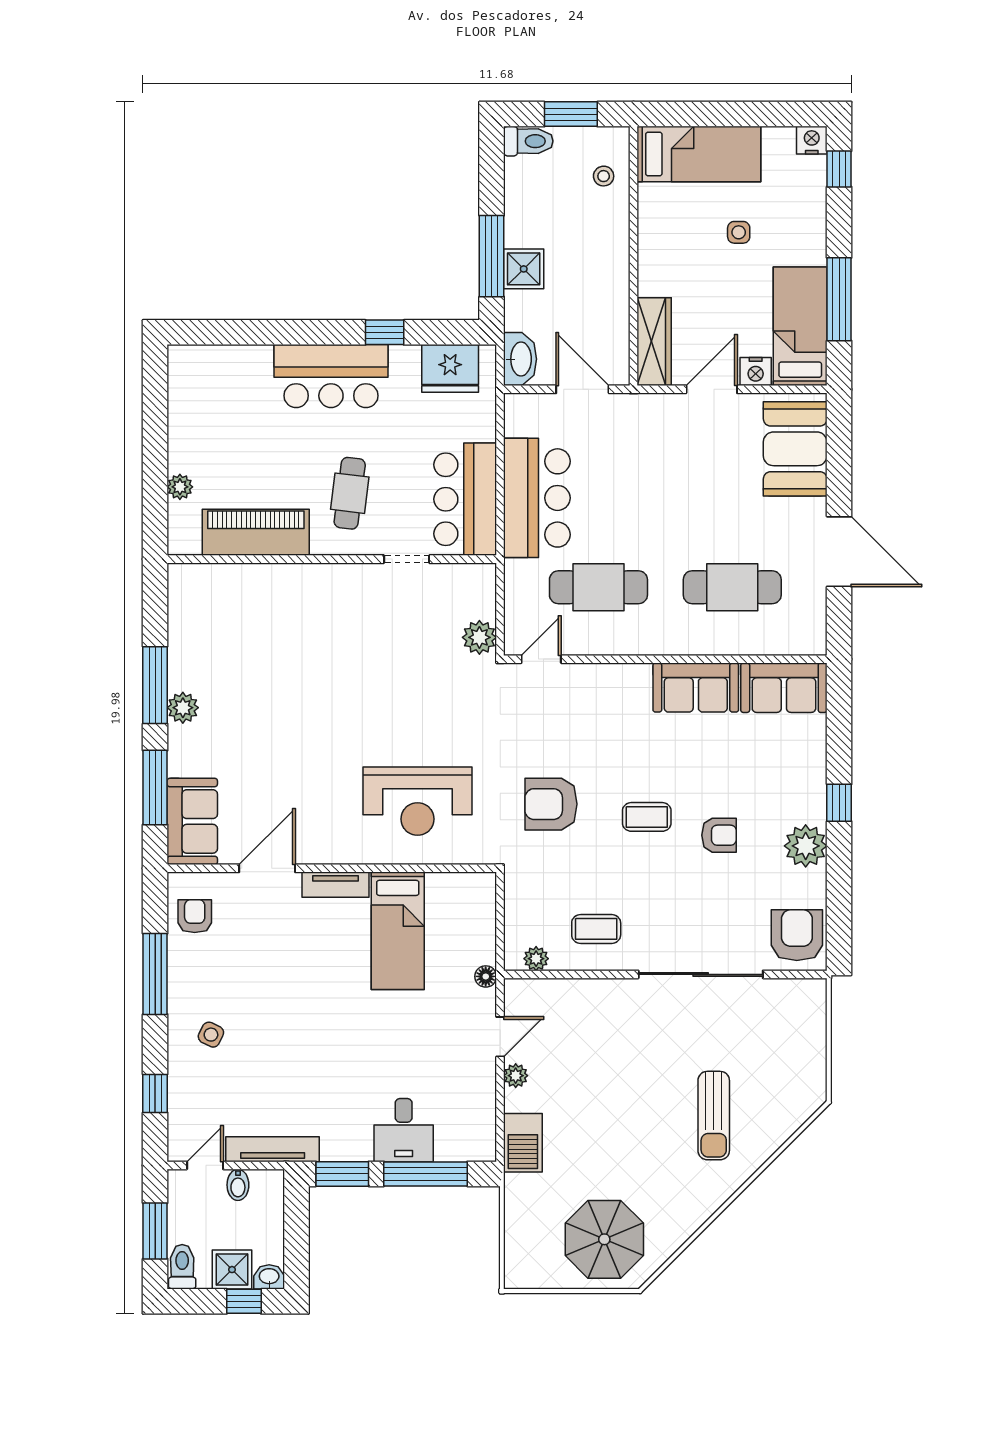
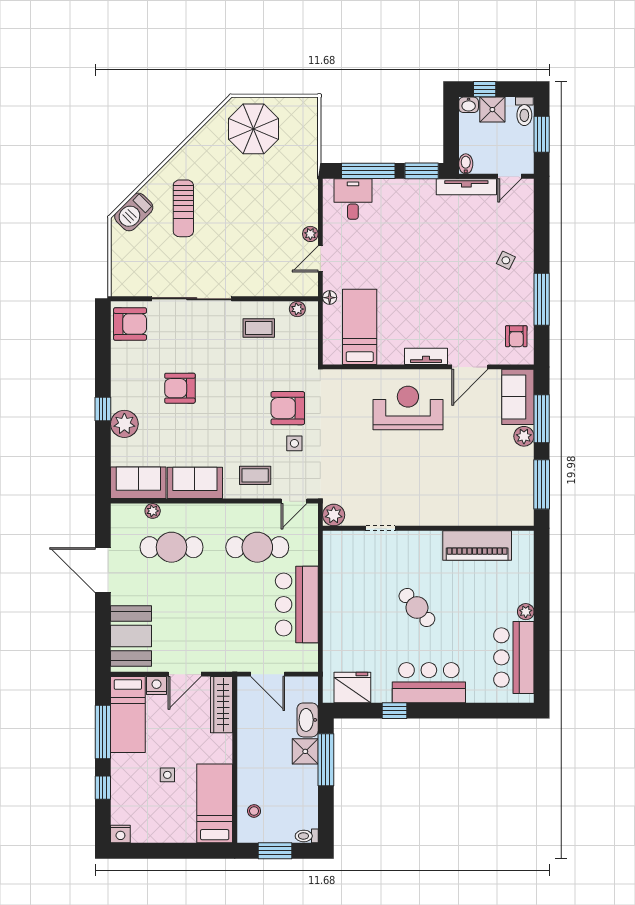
toilet: (528, 141) -> (307, 836), width x0.73, depth x0.72
bed: (699, 154) -> (215, 803), moved, turned 90
window: (839, 169) -> (103, 788), moved
washbasin: (520, 359) -> (308, 720), moved
cafe table: (350, 493) -> (417, 608), turned -48
bar counter: (465, 499) -> (514, 657), moved, turned 180
piano: (256, 532) -> (477, 546), moved
wall: (332, 559) -> (428, 528), moved
doorway: (407, 559) -> (380, 528), moved
plant: (762, 644) -> (153, 511), added
plant: (183, 708) -> (524, 436), moved
side table: (541, 749) -> (294, 443), added
reception desk: (417, 801) -> (408, 408), moved
armchair: (551, 804) -> (288, 408), turned 180
coffee table: (647, 817) -> (255, 475), moved
armchair: (719, 835) -> (180, 388), width x1.38, depth x1.38
plant: (806, 846) -> (124, 424), moved
bed: (398, 931) -> (360, 327), moved
armchair: (797, 935) -> (130, 324), turned -90
window: (155, 1093) -> (542, 222), removed
sun lounger: (714, 1116) -> (183, 208), turned 180
desk: (404, 1130) -> (353, 199), moved
barbecue: (523, 1143) -> (134, 212), moved, turned -135
bidet: (238, 1185) -> (466, 164), moved

